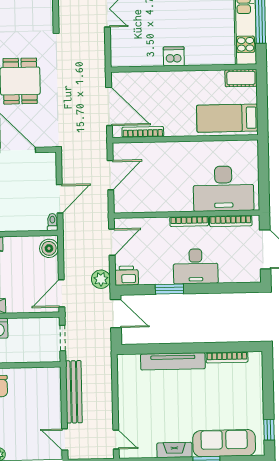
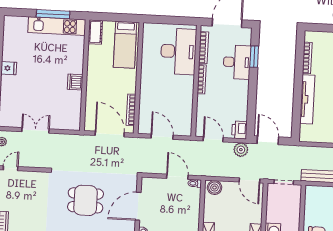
door: (109, 106) -> (110, 134), hinge flipped
desk: (196, 266) -> (237, 62), moved
window: (169, 289) -> (254, 57), moved
door: (116, 314) -> (268, 140), hinge flipped

